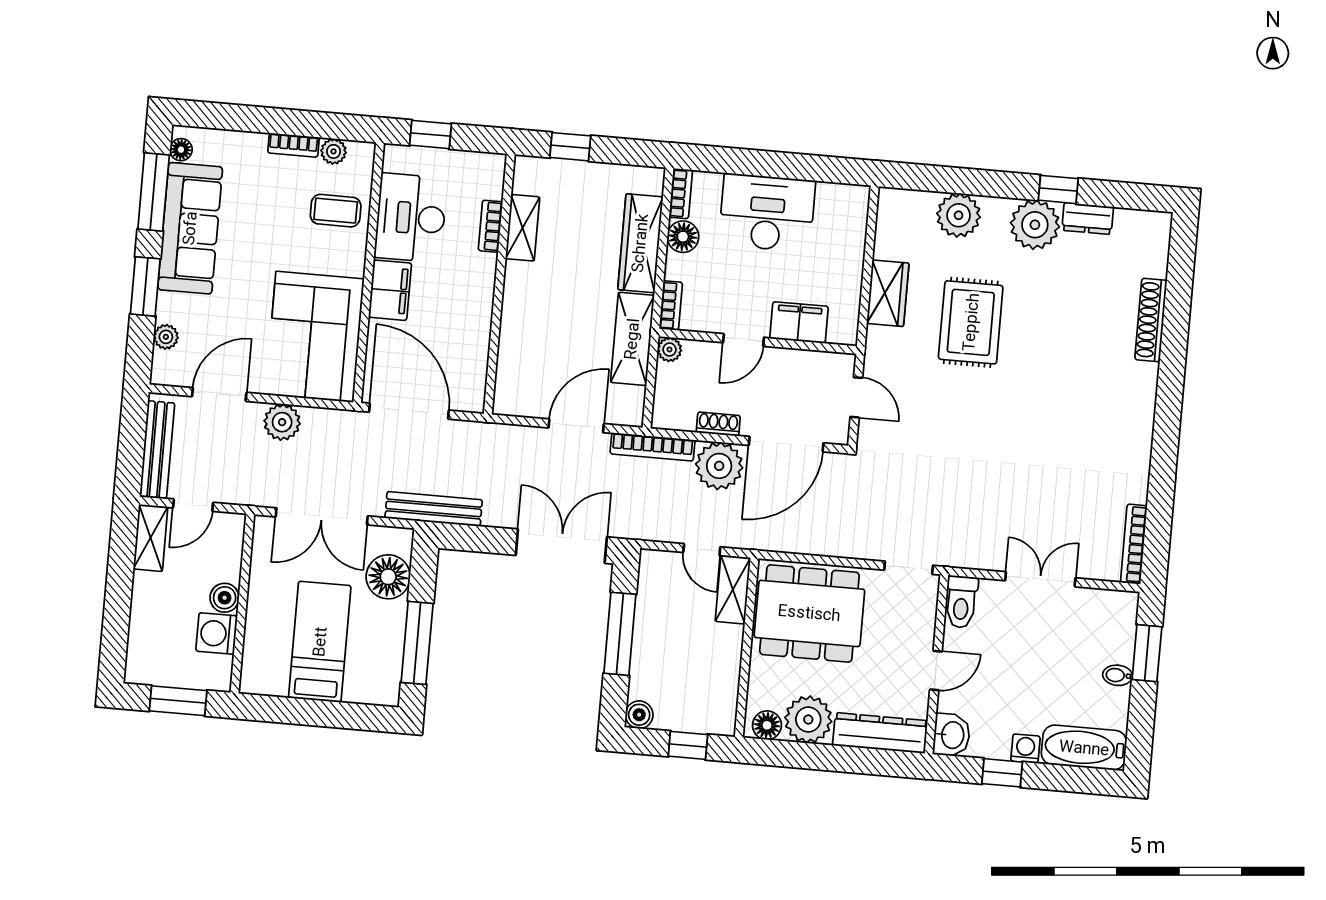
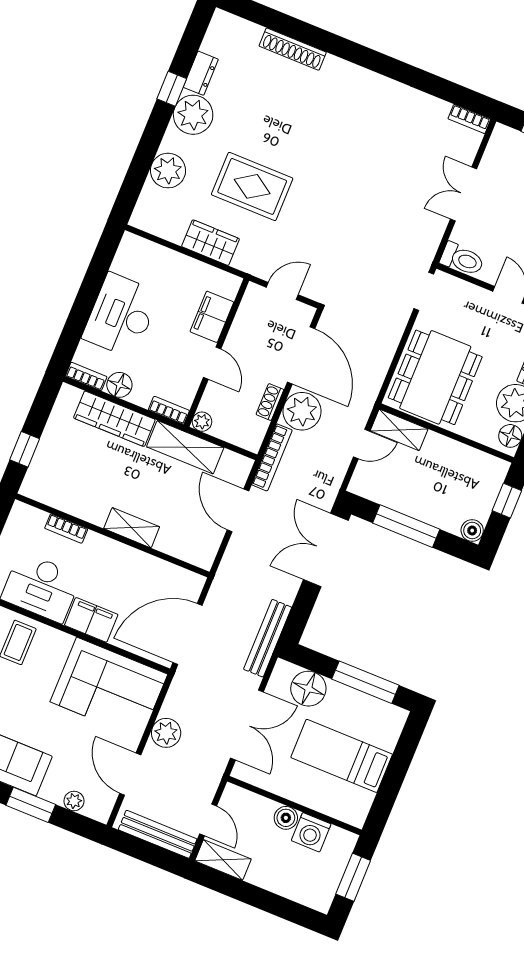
shelving: (523, 228) -> (132, 528), moved
bookcase: (1134, 544) -> (469, 119), width x0.64

